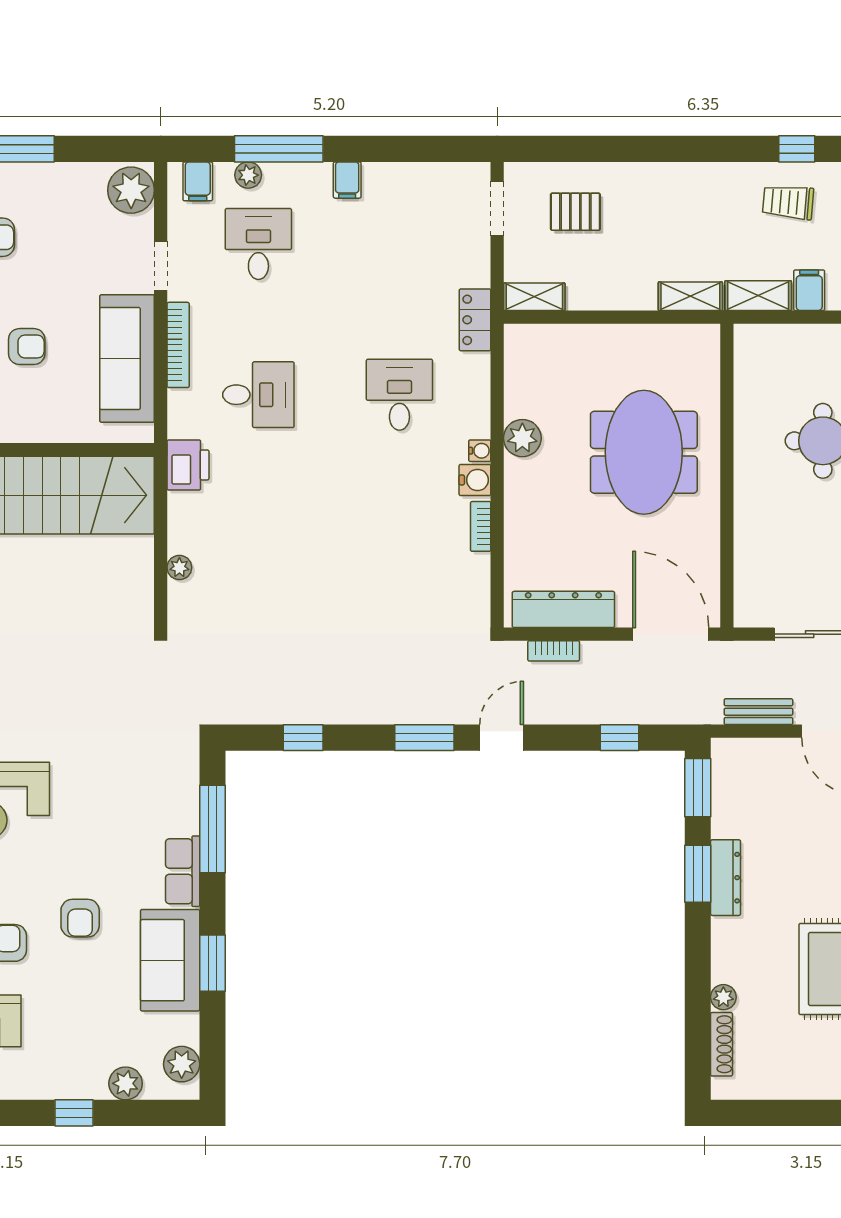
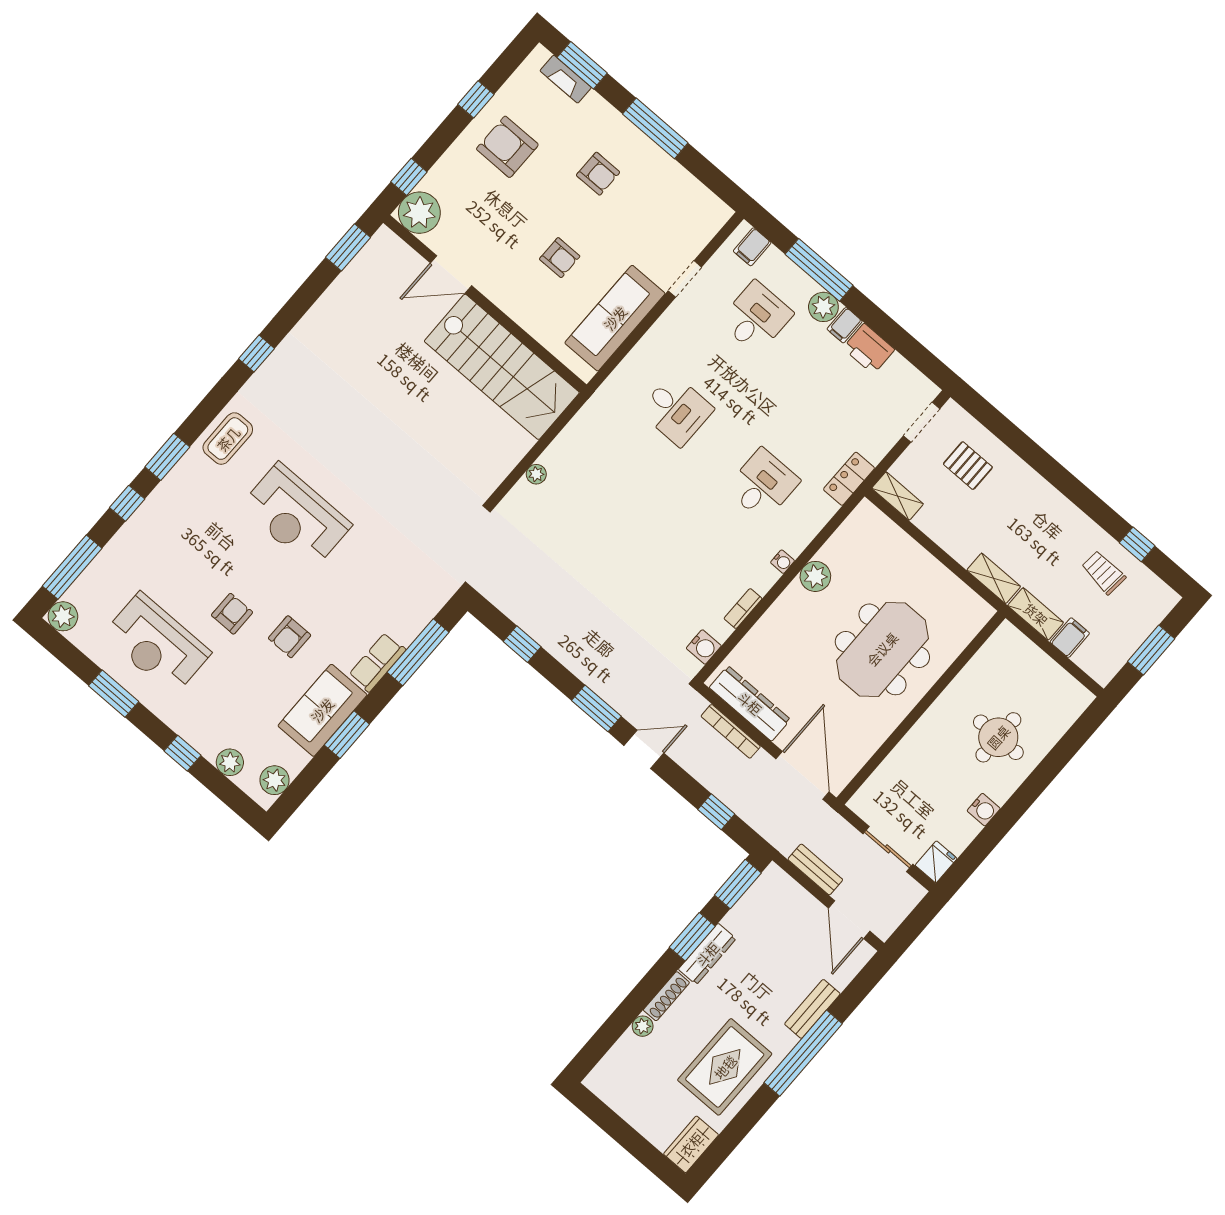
plant: (248, 175) -> (823, 307), moved, width x1.38, depth x1.38
plant: (131, 190) -> (707, 217), removed
bookcase: (178, 345) -> (653, 337), removed
printer: (188, 465) -> (869, 349), moved, turned 90
water cooler: (475, 480) -> (704, 647), moved
bookcase: (554, 651) -> (731, 731), width x1.56
shoe rack: (722, 1044) -> (666, 996), moved

